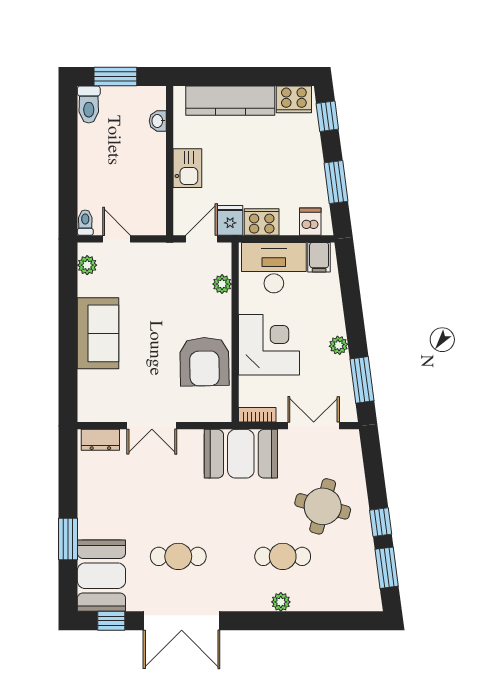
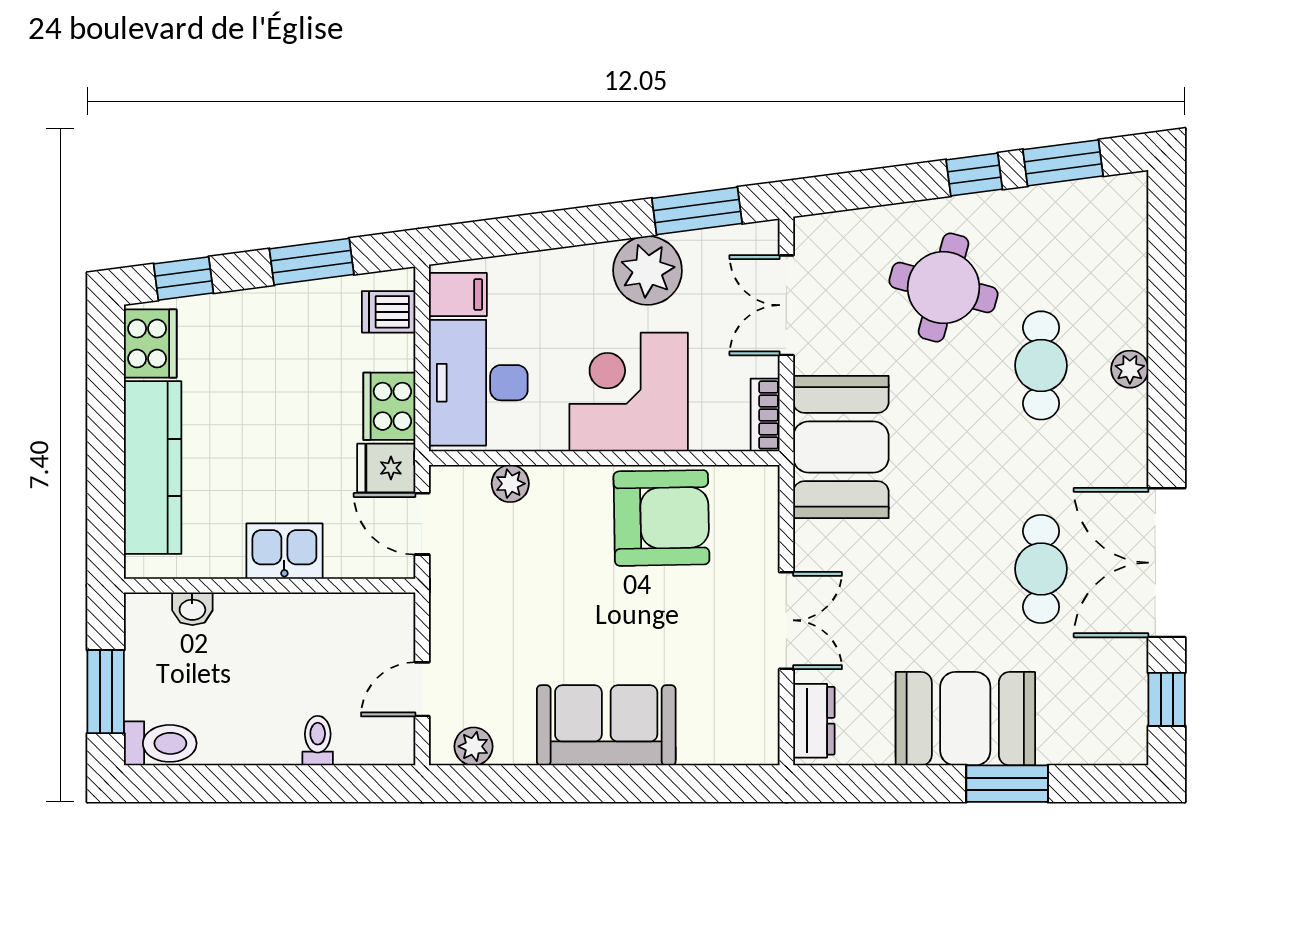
toilet: (85, 223) -> (318, 741), moved, turned 90
plant: (339, 345) -> (648, 270), width x1.88, depth x1.88
booth: (101, 576) -> (965, 719), moved
double door: (182, 621) -> (1167, 563), swing flipped

